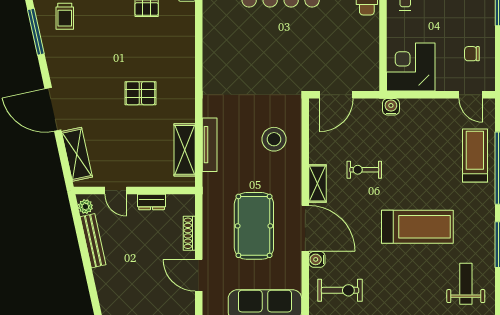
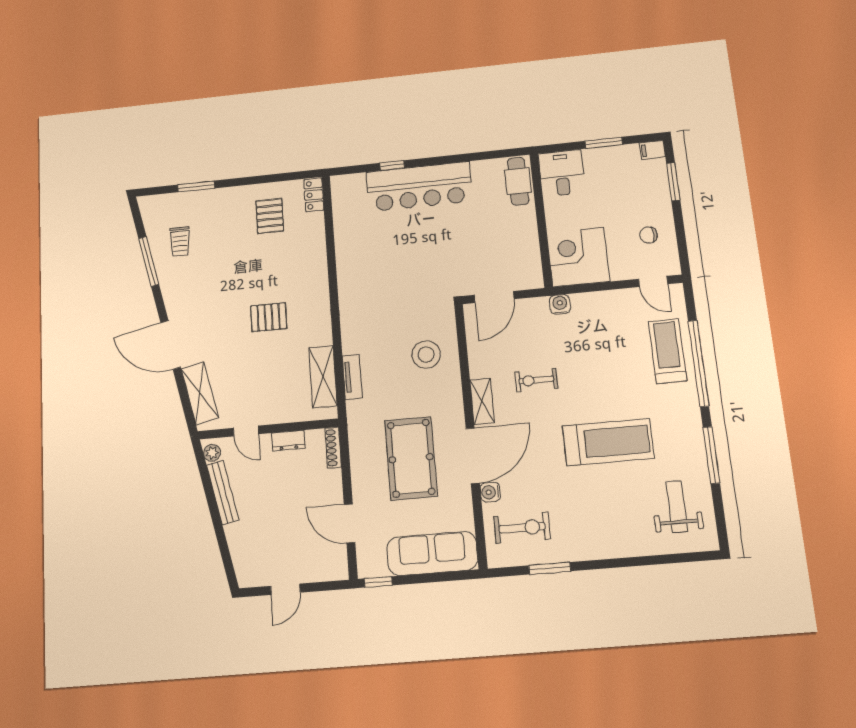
tv unit: (210, 145) -> (352, 377), width x0.71
door: (305, 228) -> (473, 456), hinge flipped
shoe rack: (189, 233) -> (333, 448), moved

